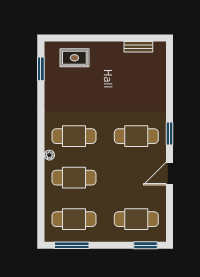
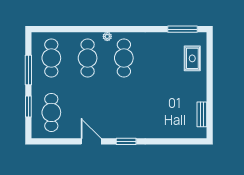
window: (41, 69) -> (183, 29), width x1.44
cafe table: (136, 136) -> (124, 112), removed
window: (72, 245) -> (28, 70), moved
window: (146, 245) -> (28, 107), moved

